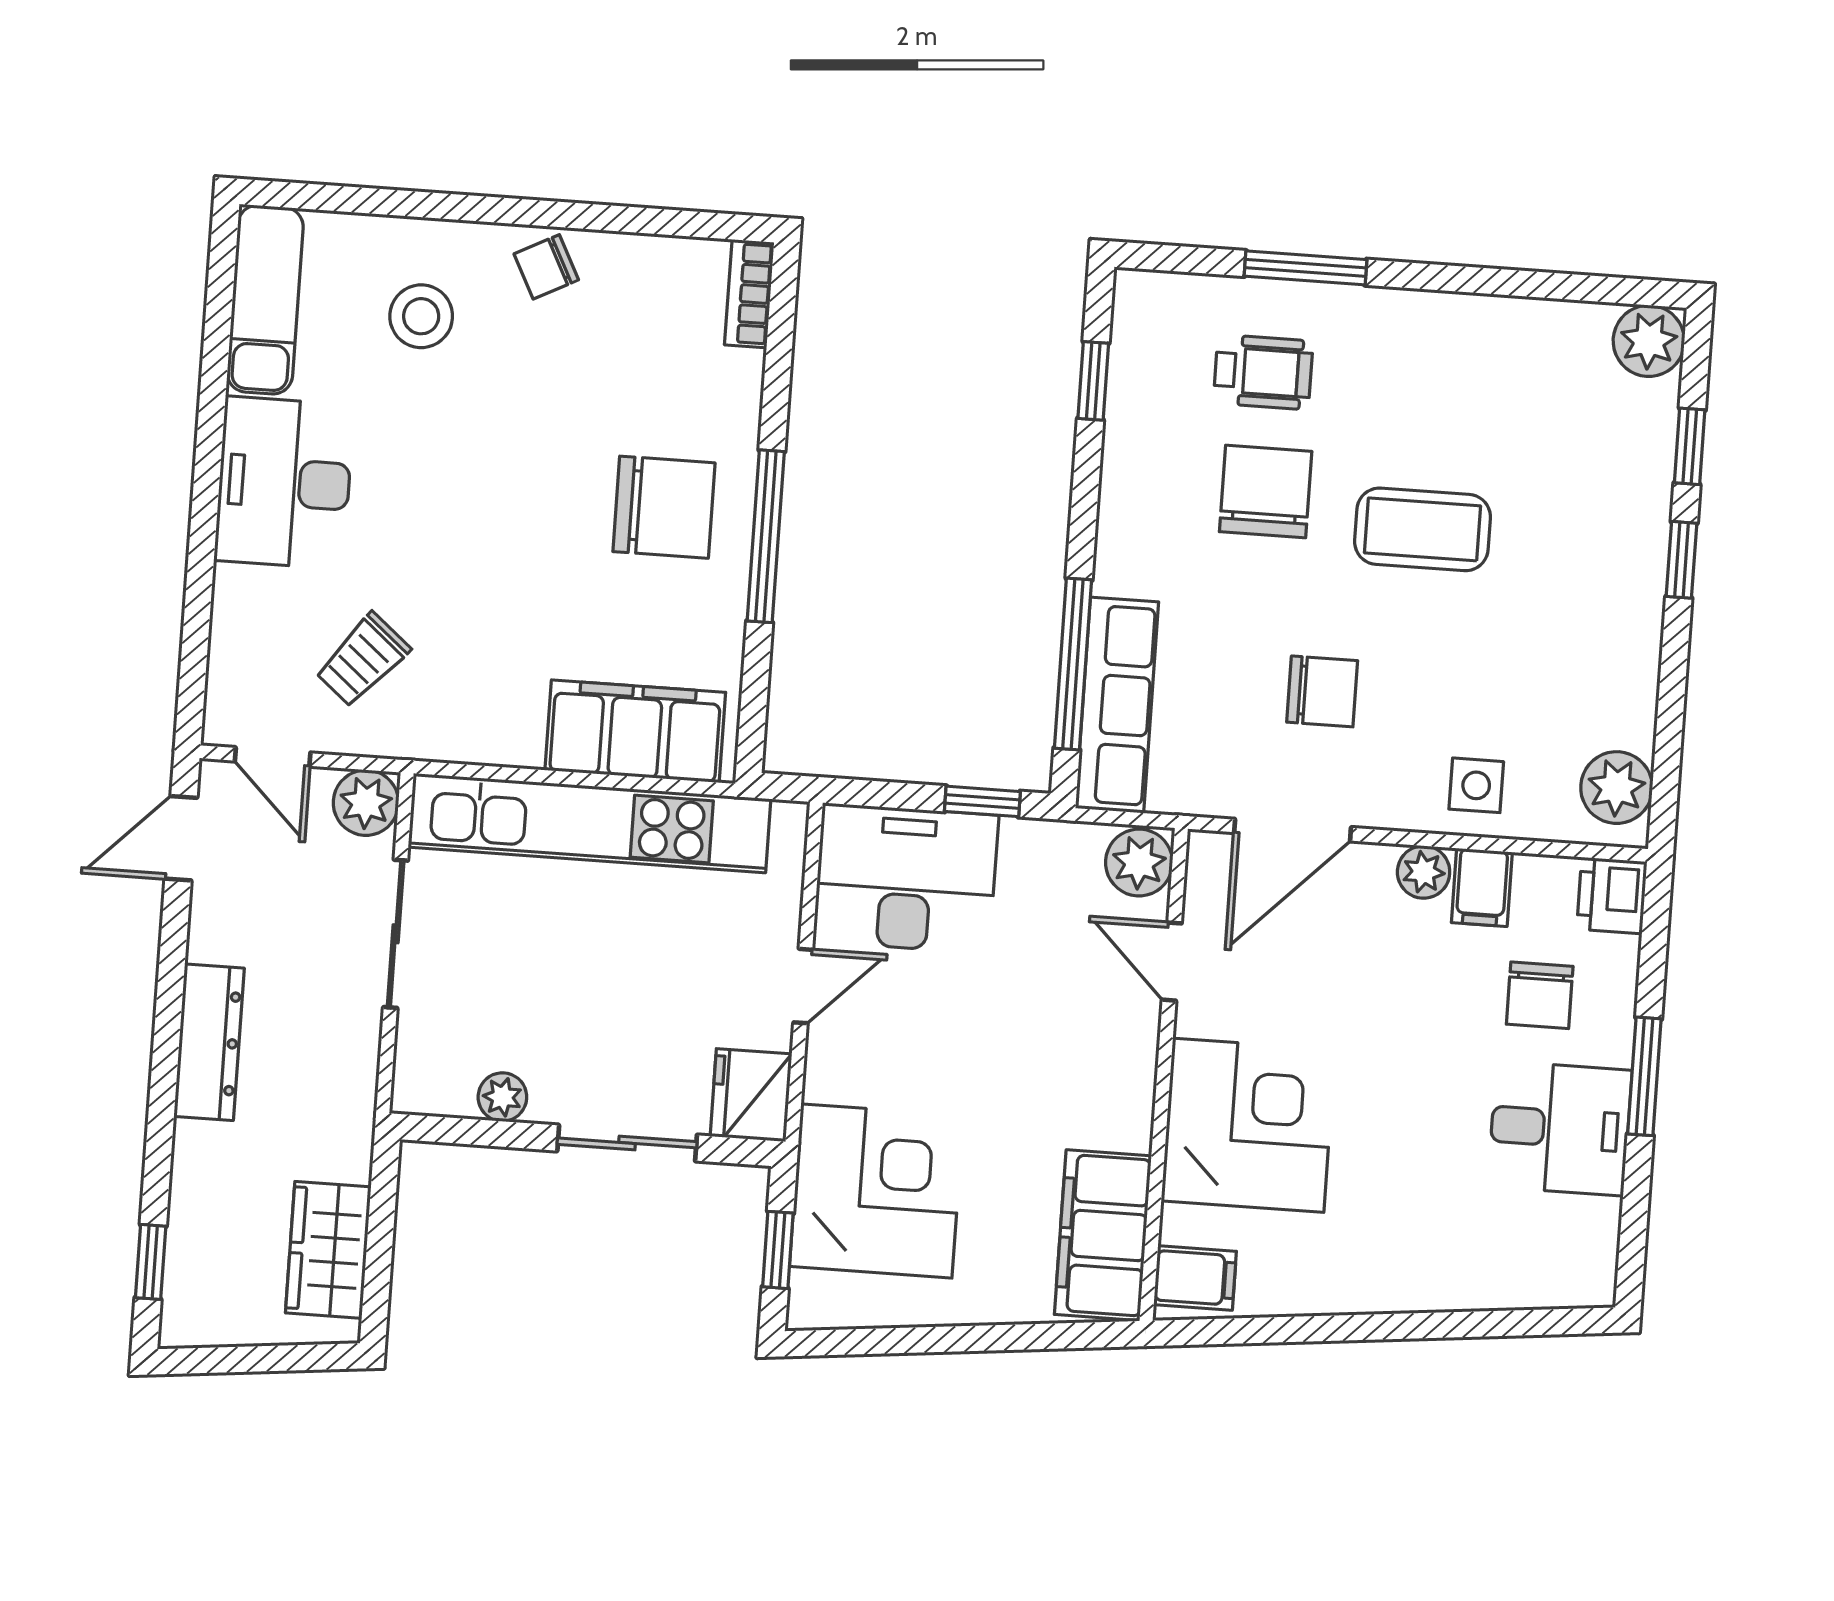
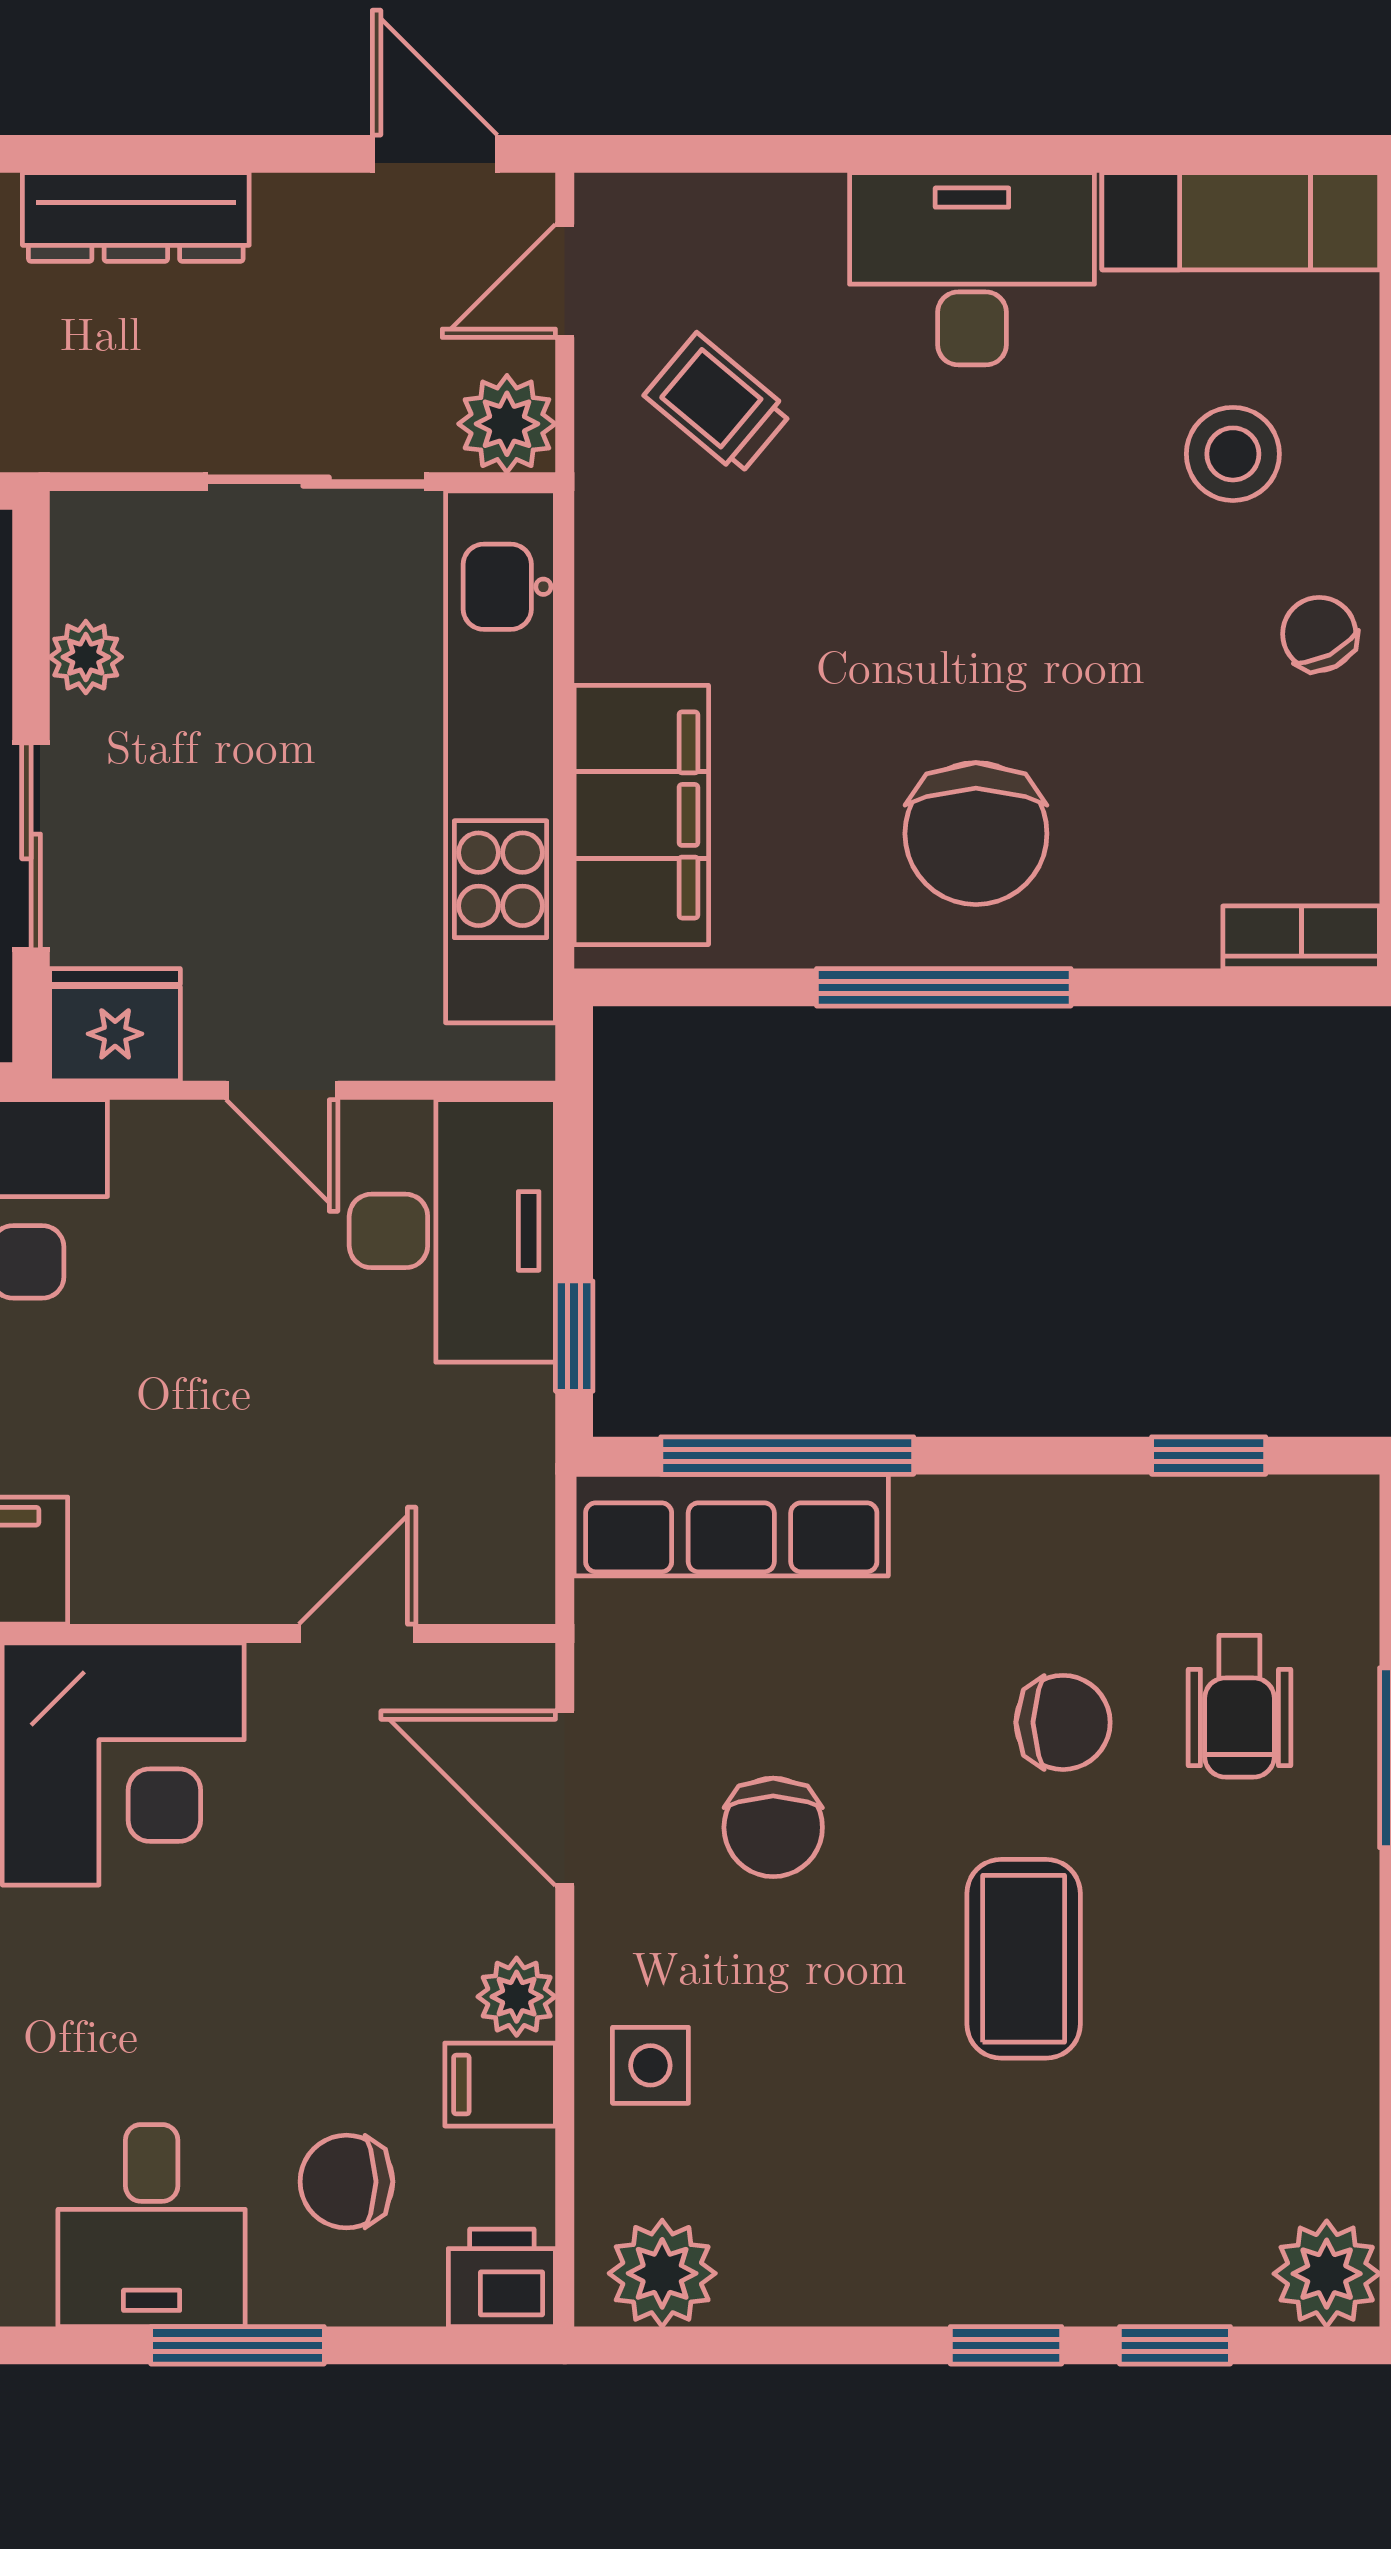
chair: (1266, 492) -> (1063, 1722), width x0.73, depth x0.73
plant: (1139, 863) -> (500, 1575), removed

